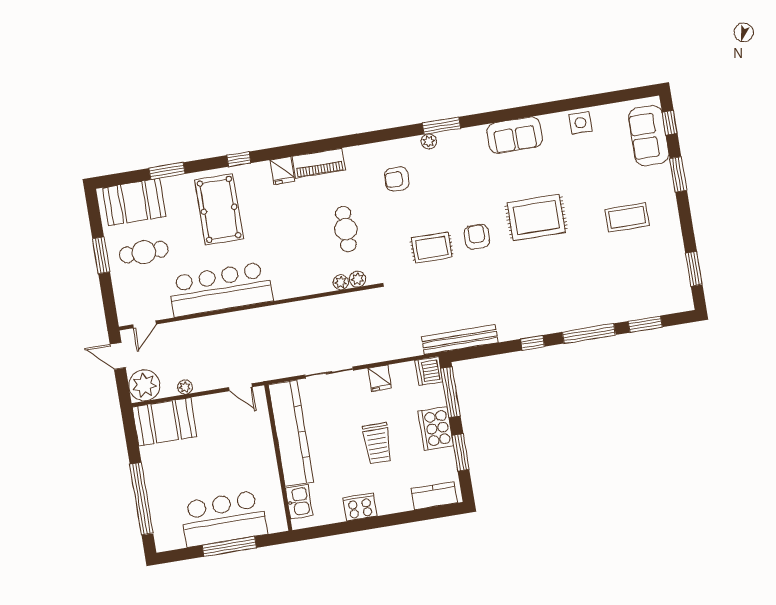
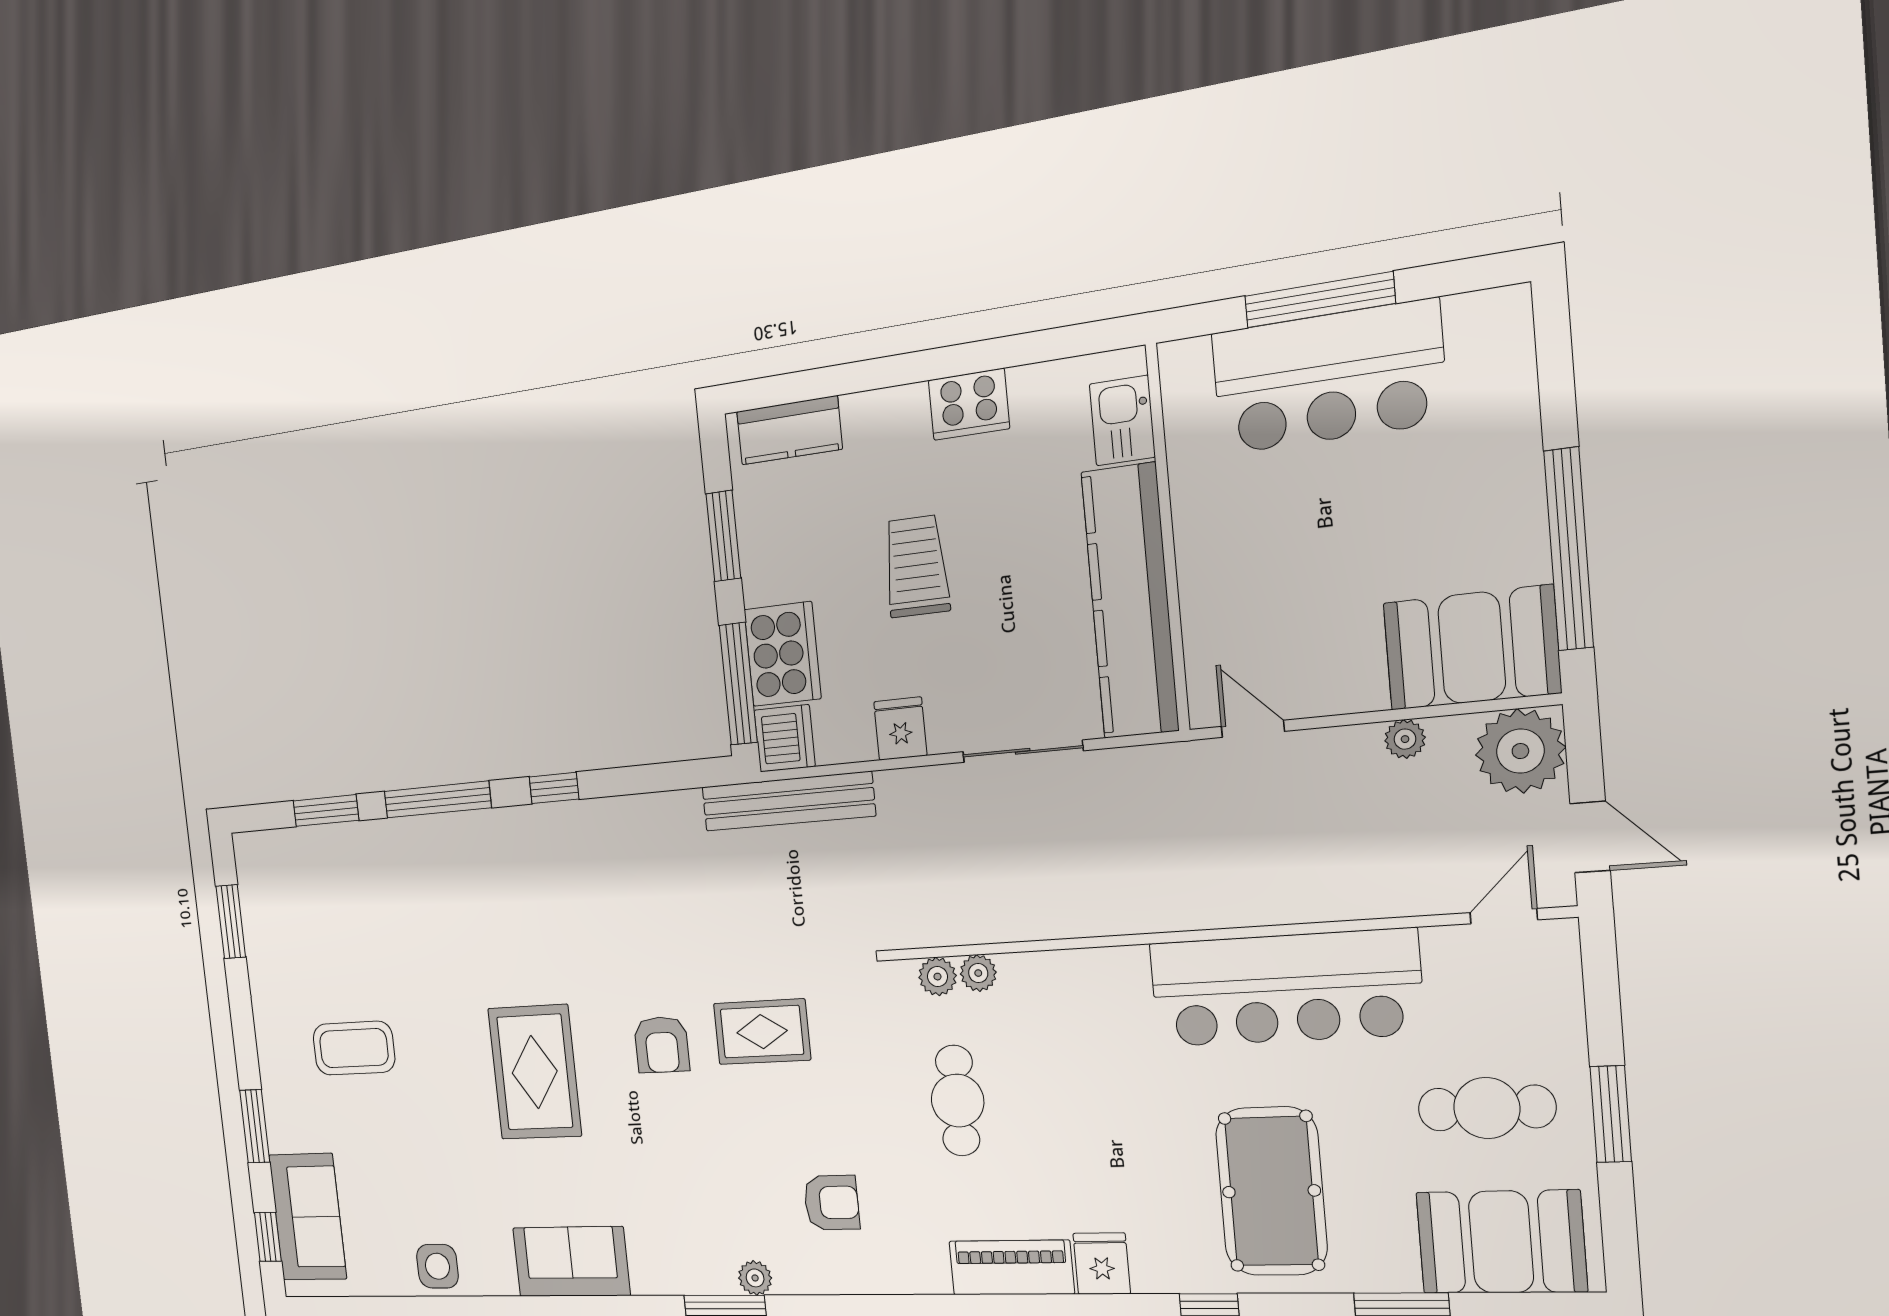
rug: (536, 218) -> (535, 1072), turned 90
bench: (460, 340) -> (788, 801), moved
cooker: (436, 428) -> (782, 654), moved
window: (141, 499) -> (1569, 549), moved

